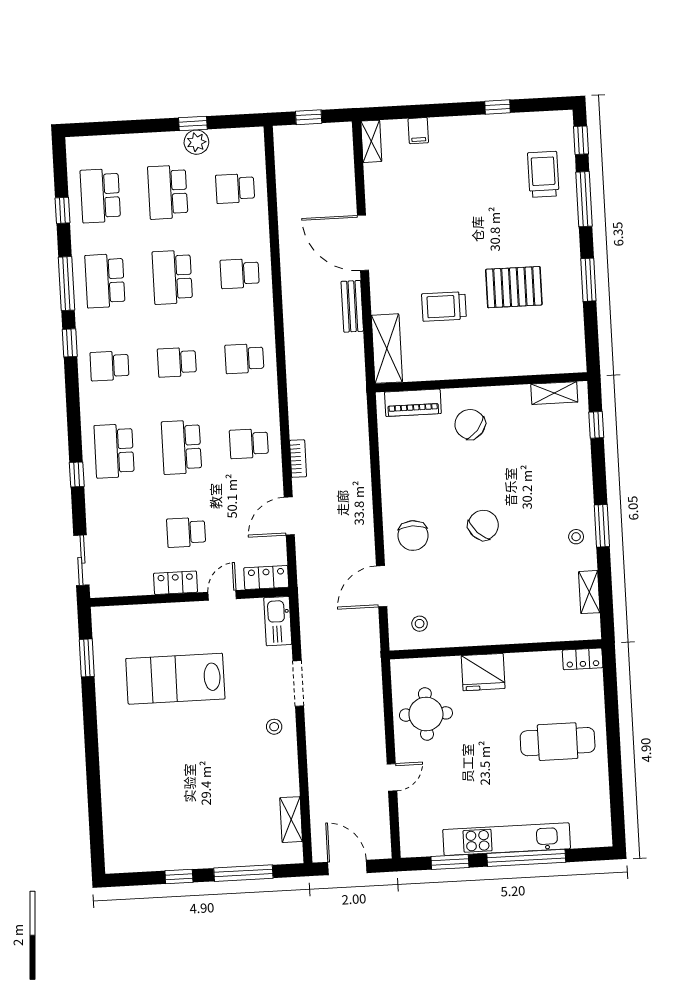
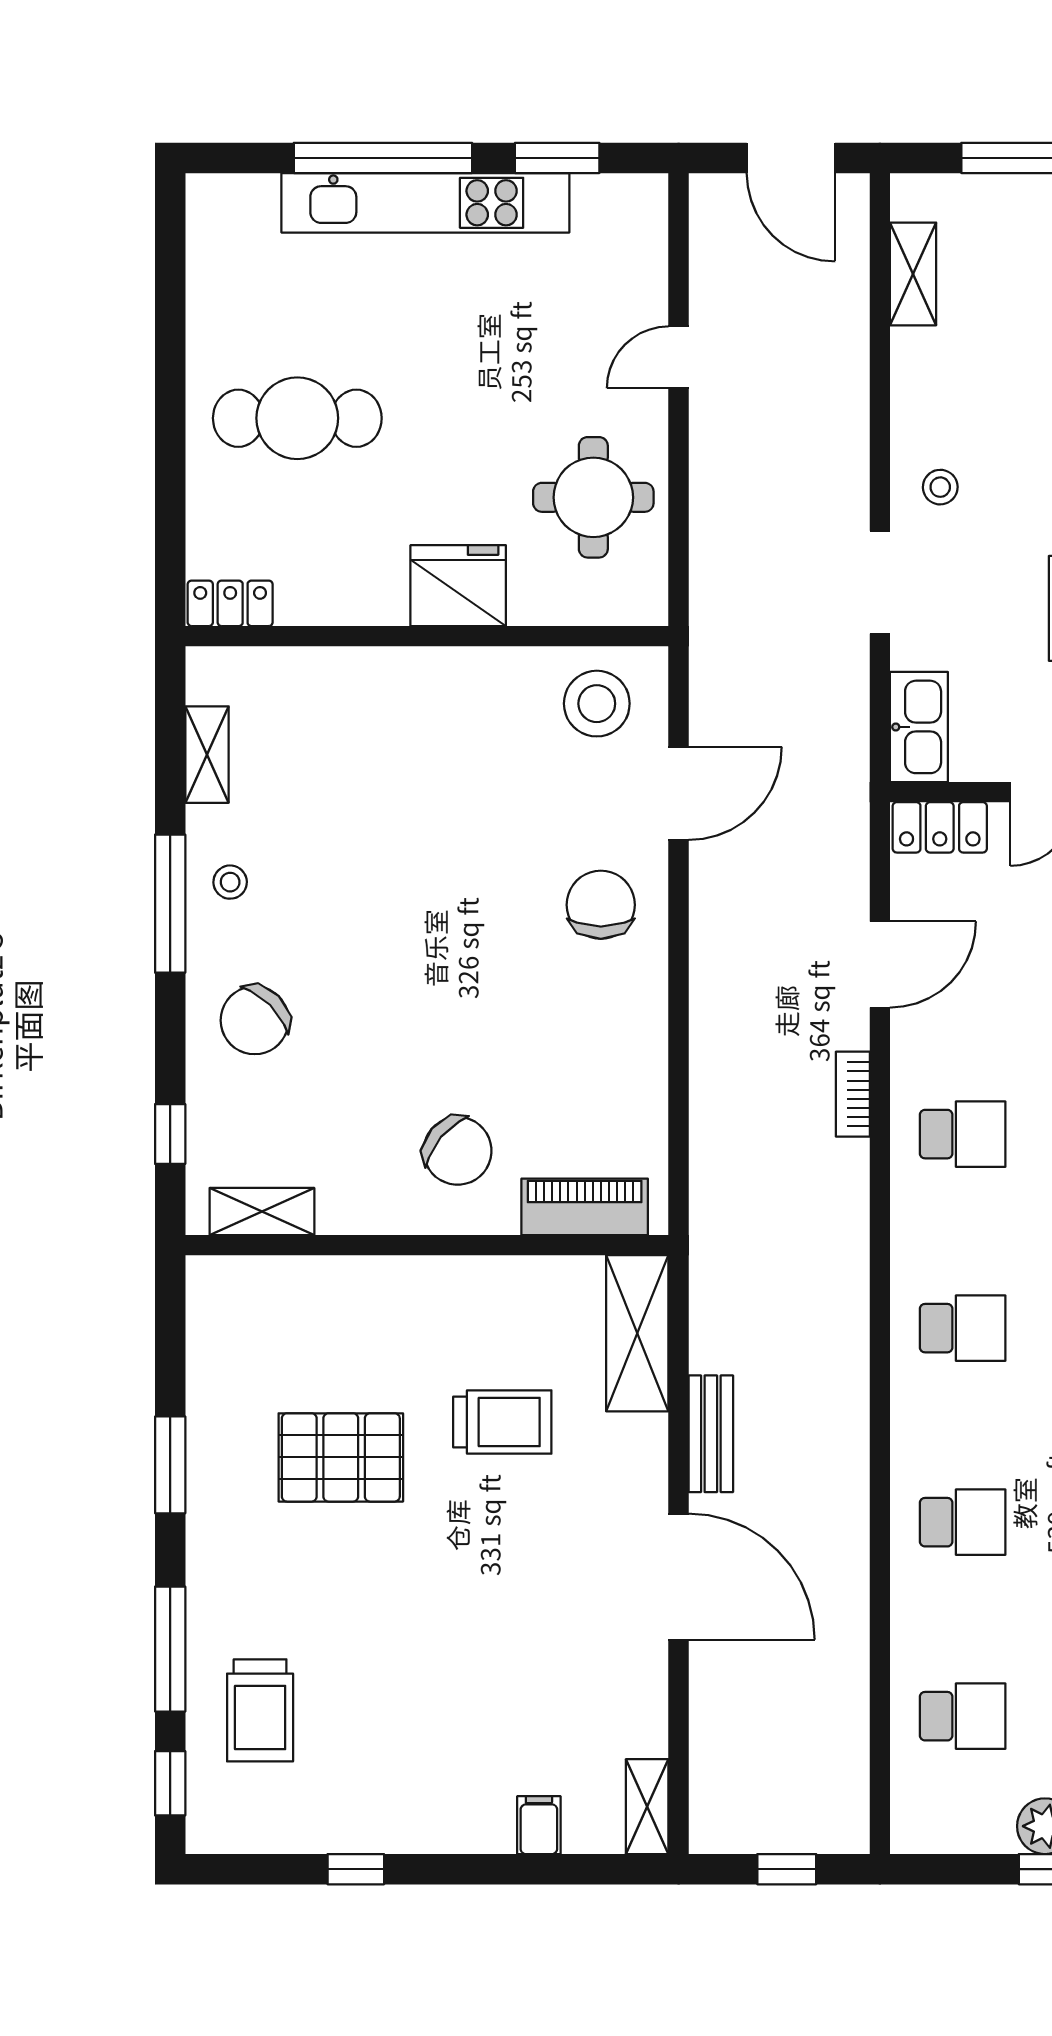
chair: (483, 525) -> (255, 1020), moved
window: (602, 526) -> (170, 904), width x1.44
stool: (420, 624) -> (597, 704), width x1.89, depth x1.89

